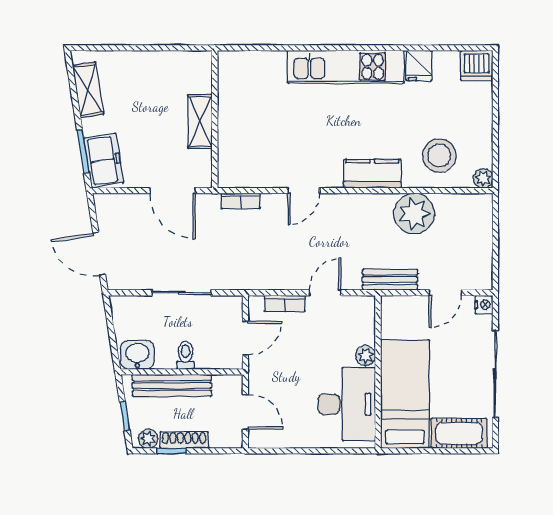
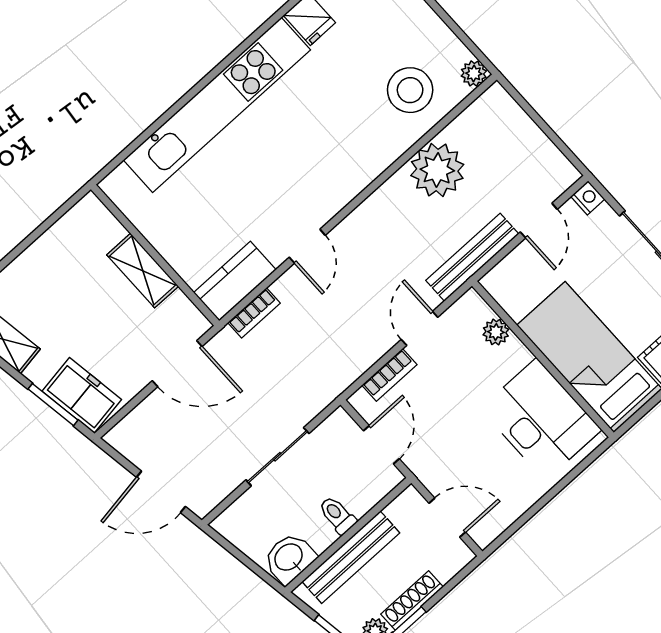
kitchen unit: (346, 67) -> (217, 105), width x1.36
kitchen counter: (372, 174) -> (235, 281), moved
bench: (390, 280) -> (472, 257), width x1.36
plant: (366, 356) -> (496, 332), moved

